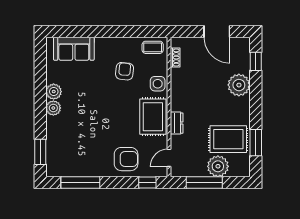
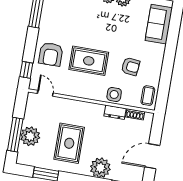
rug: (153, 117) -> (89, 61), moved
dresser: (177, 123) -> (115, 112), moved
rug: (228, 139) -> (69, 143), moved
window: (204, 183) -> (15, 135), moved

